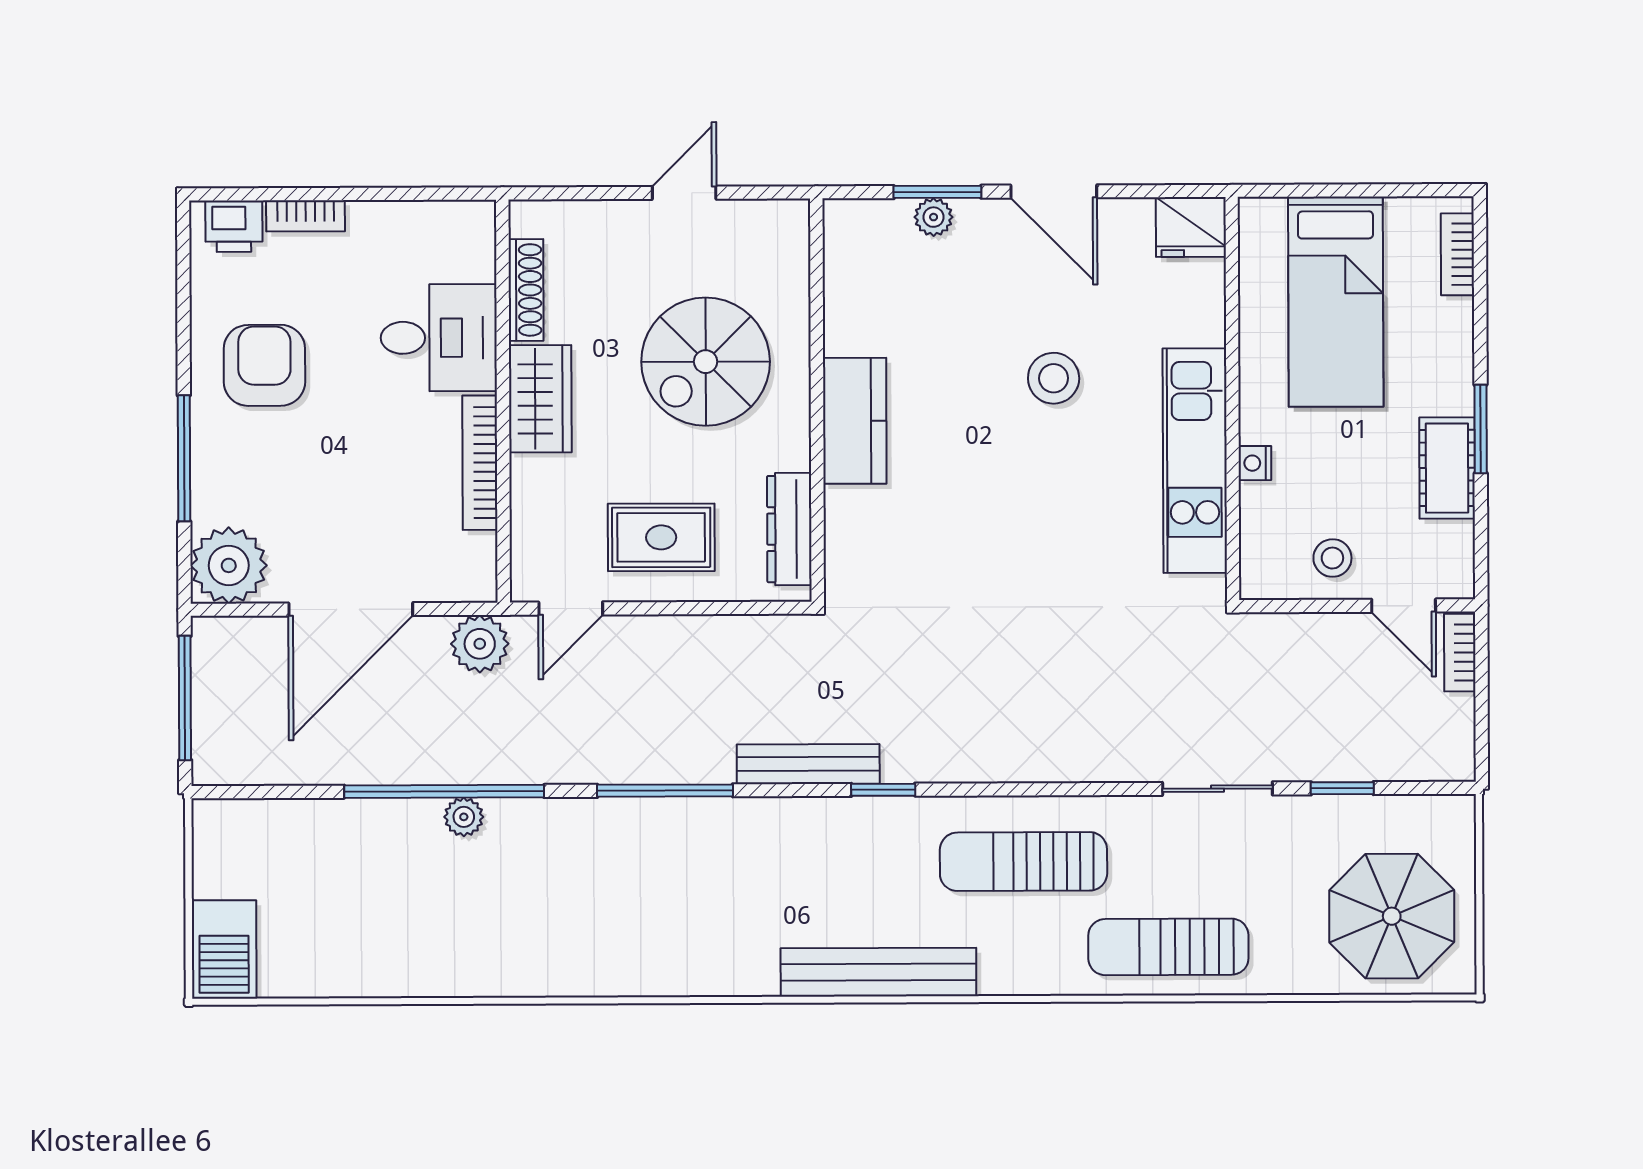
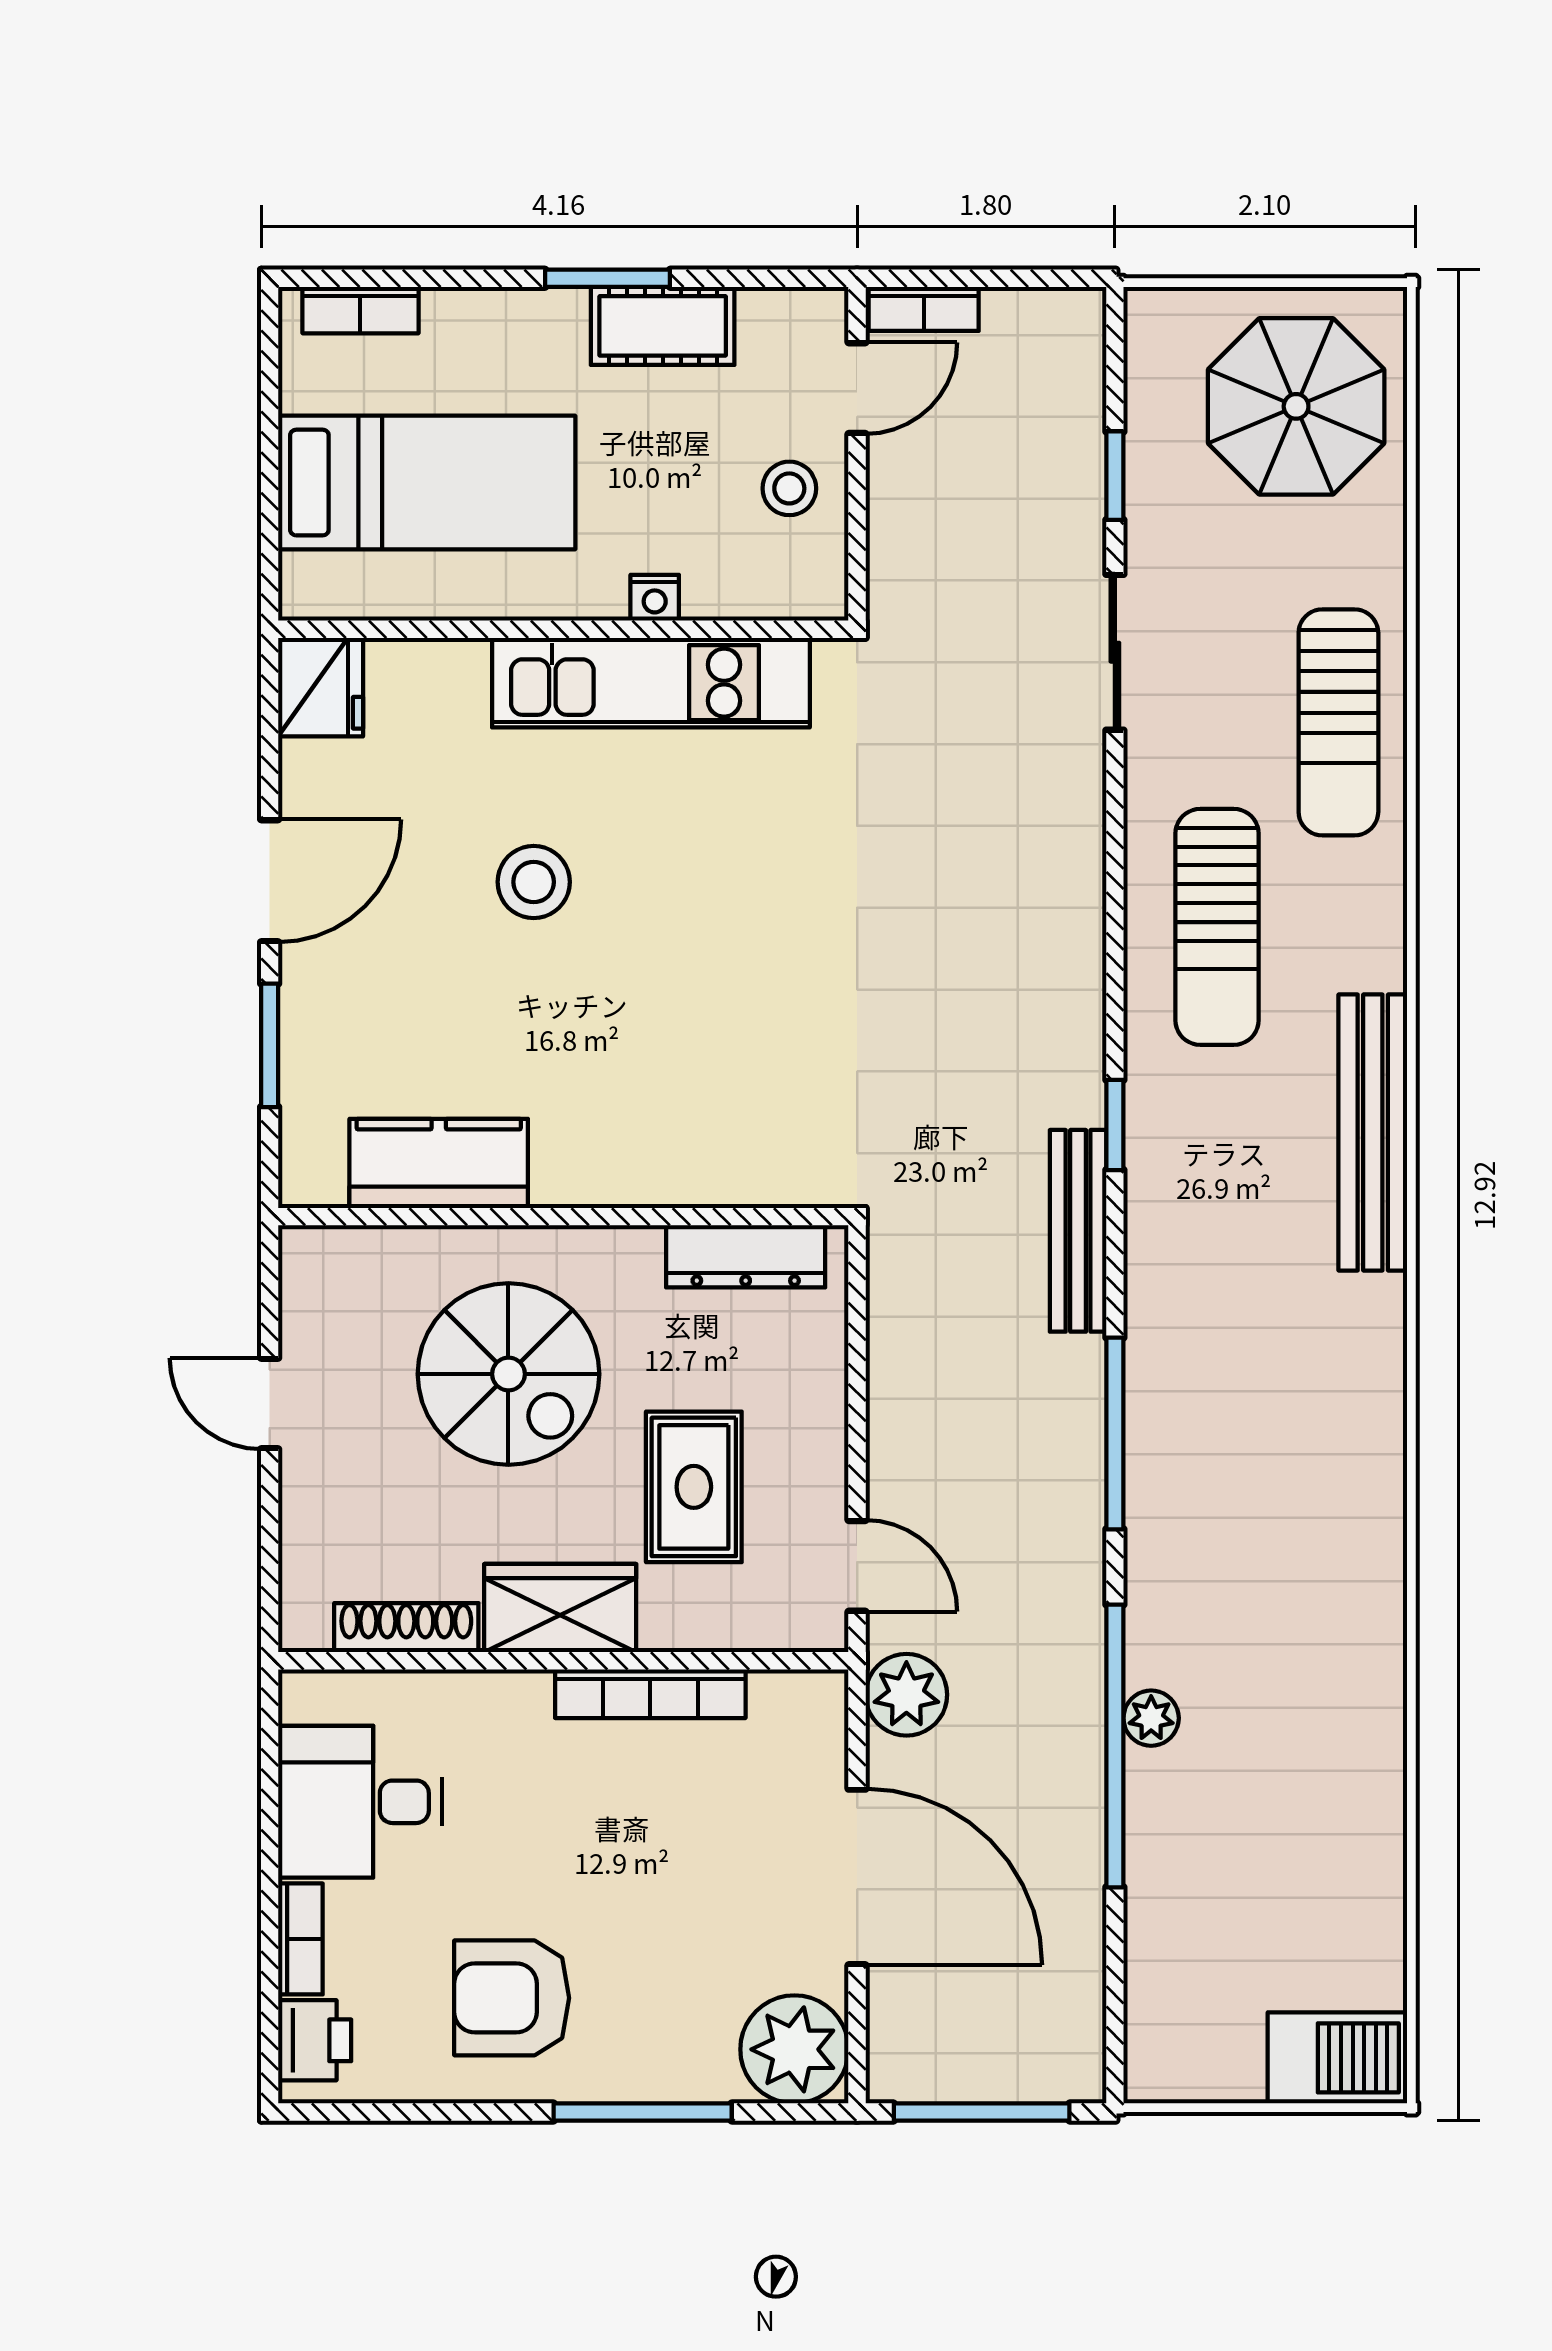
plant: (934, 217) -> (305, 1051), removed
desk: (439, 338) -> (360, 1802), moved, turned -90
kitchen counter: (855, 421) -> (439, 1163), moved
rug: (661, 537) -> (694, 1487), moved

